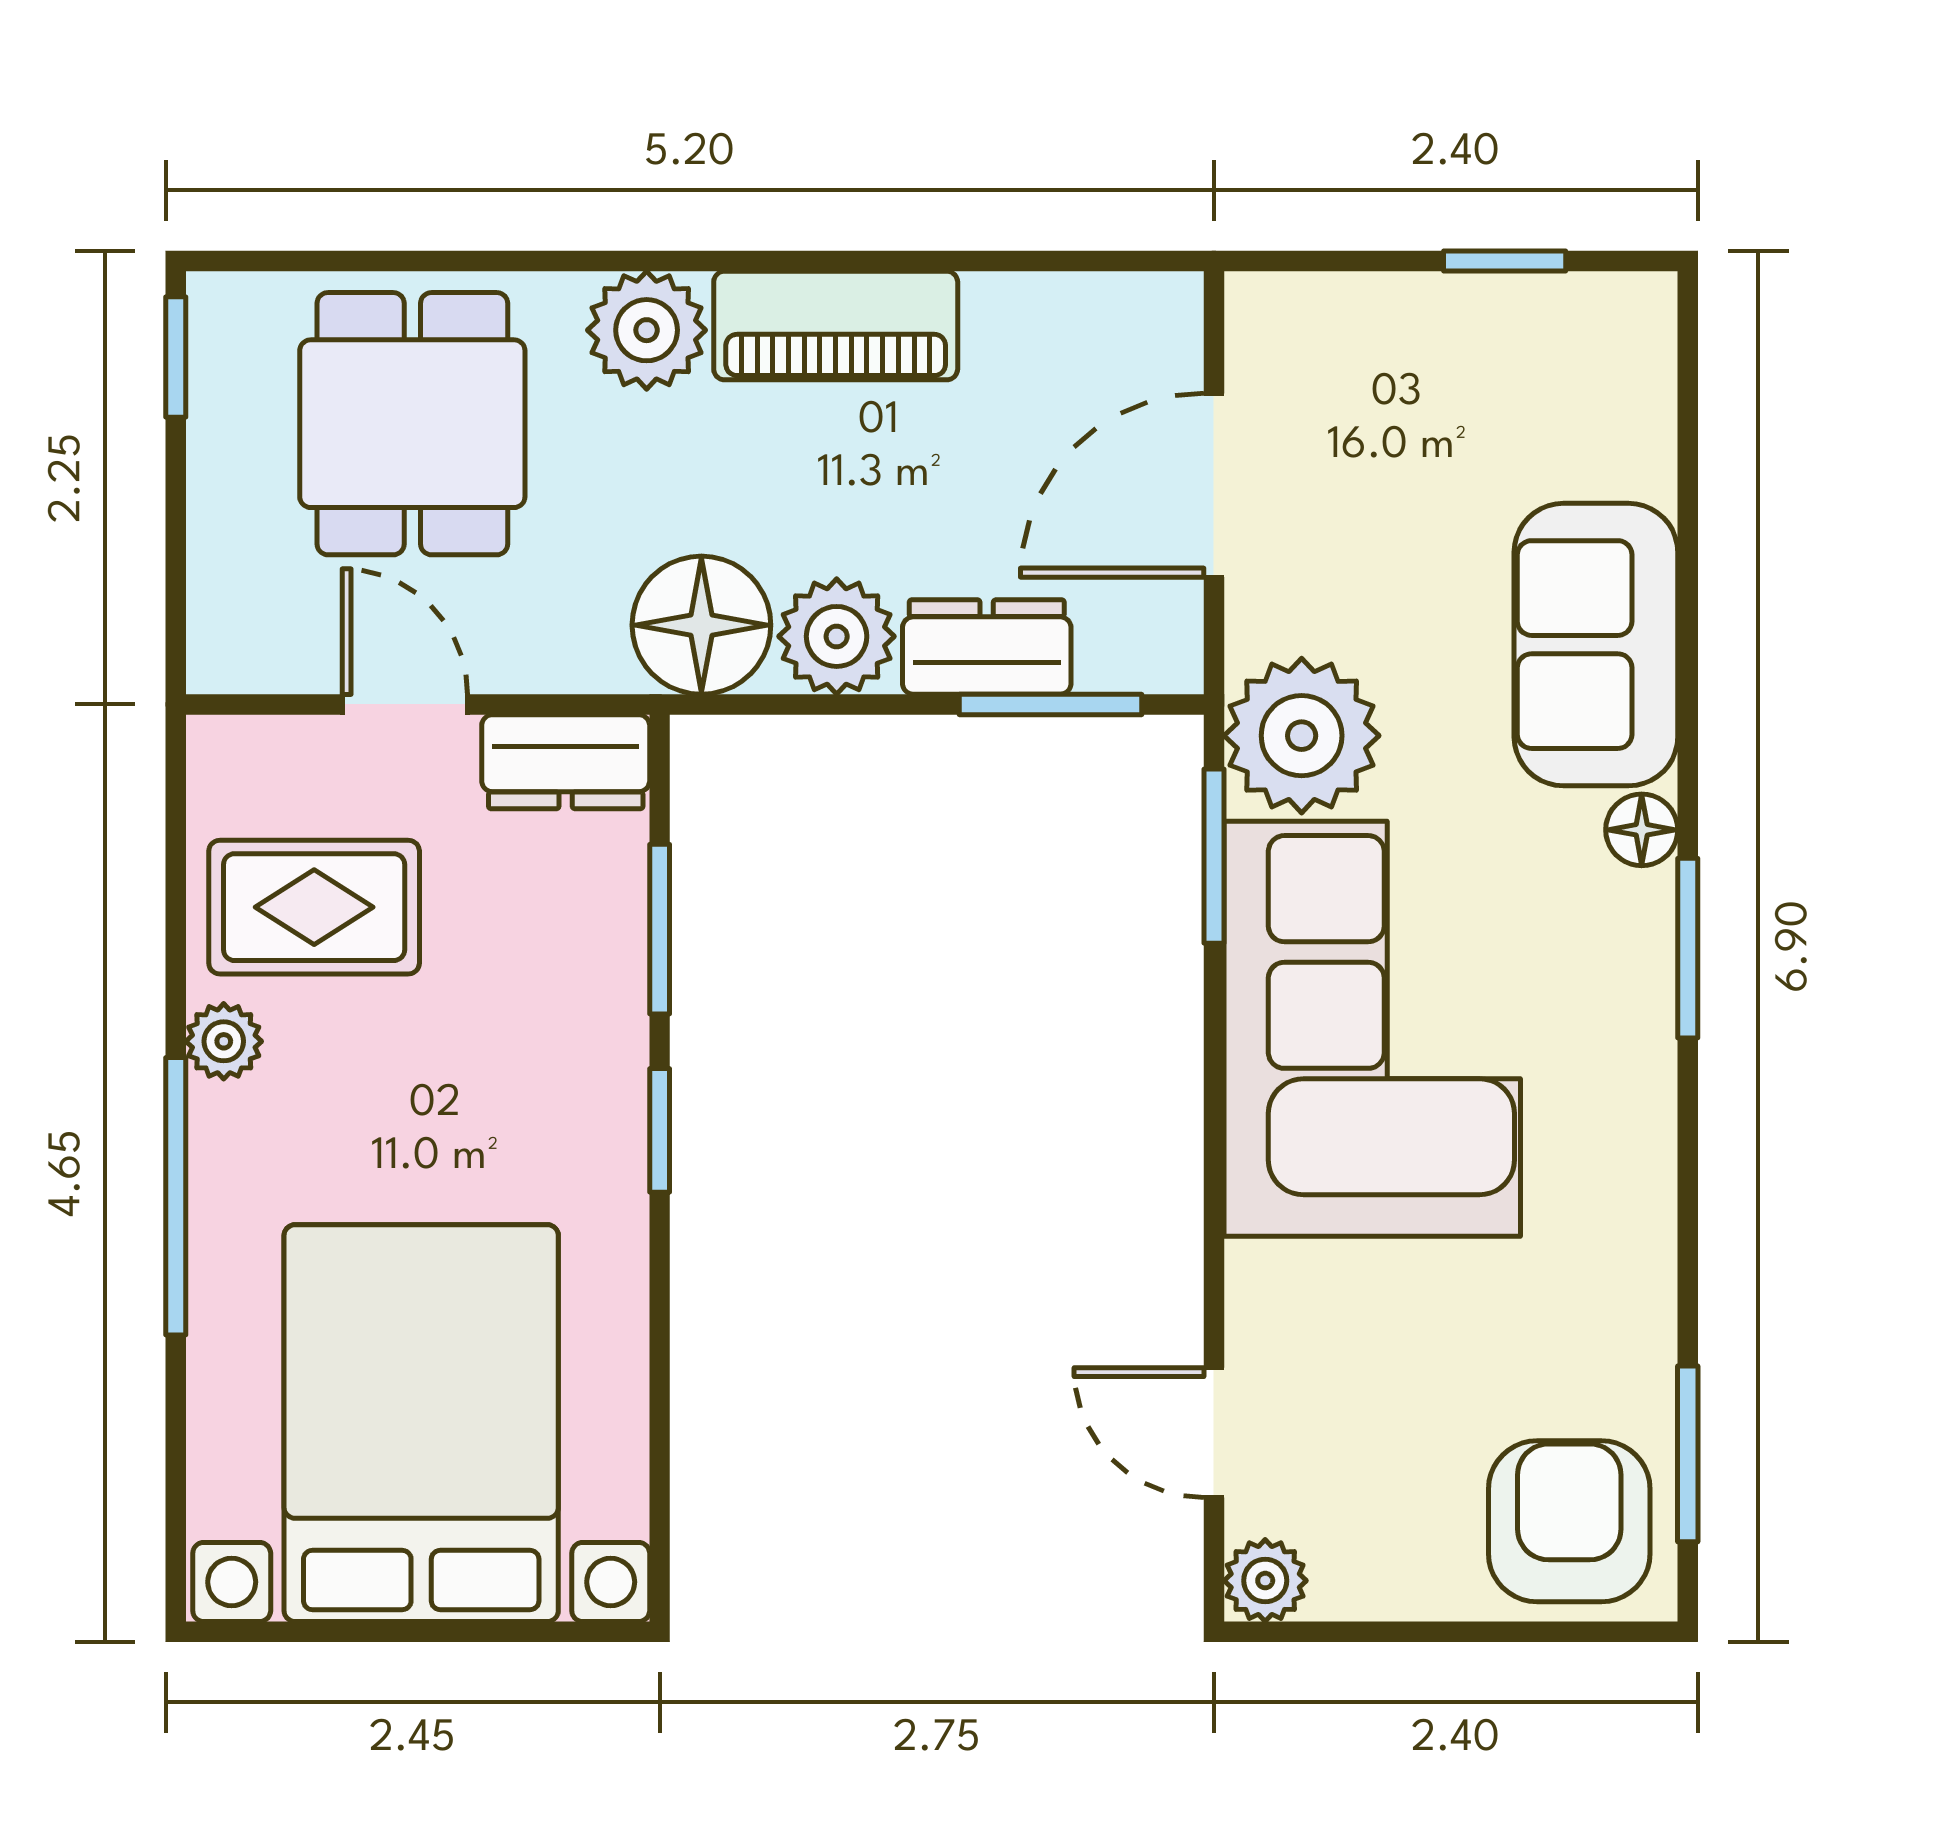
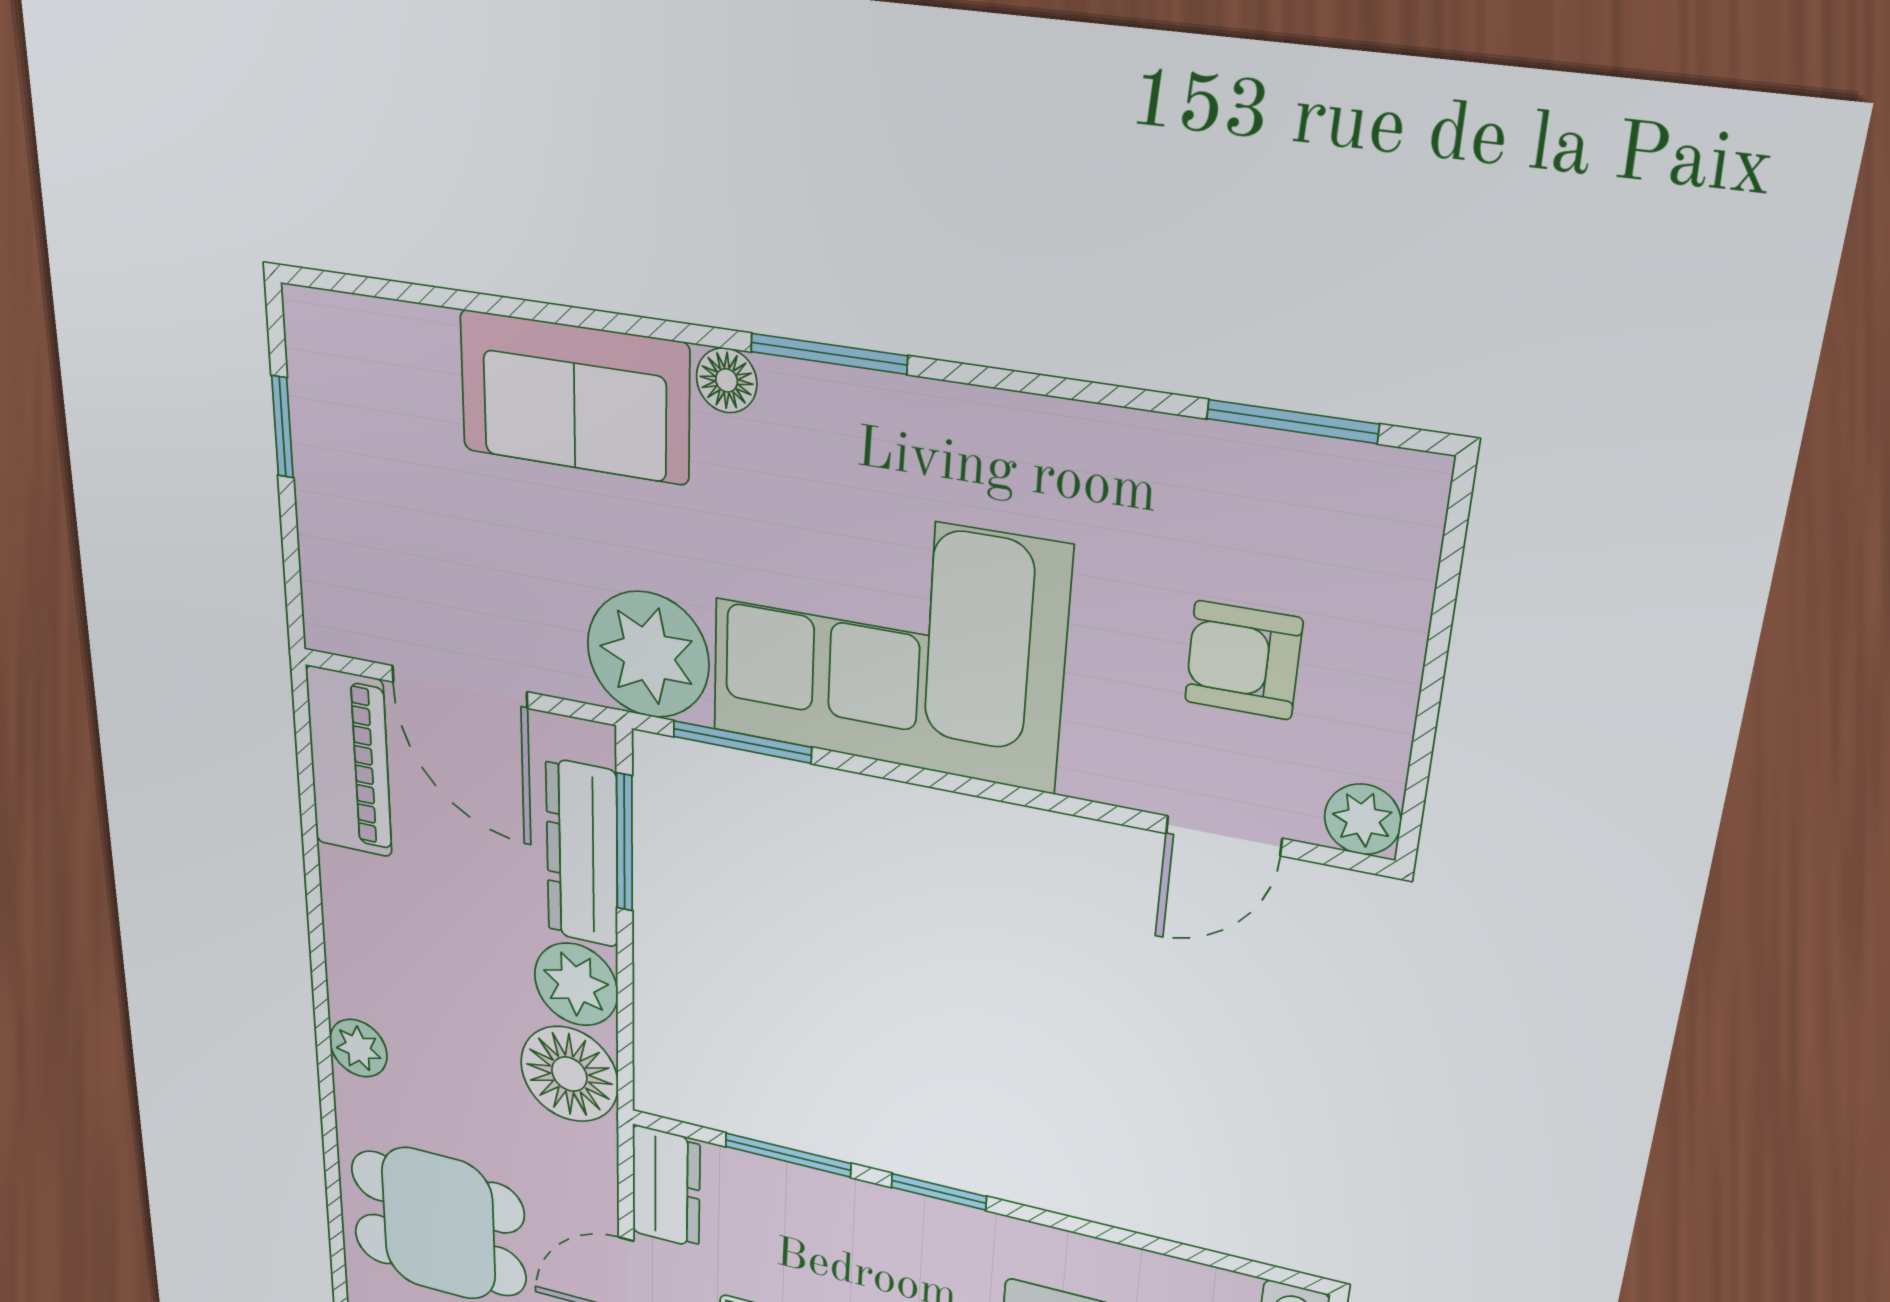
piano: (836, 326) -> (349, 762), moved
plant: (647, 330) -> (358, 1048), width x0.73, depth x0.73
dresser: (987, 647) -> (582, 853), width x1.44
armchair: (1569, 1521) -> (1243, 660), moved, width x0.72, depth x0.72

